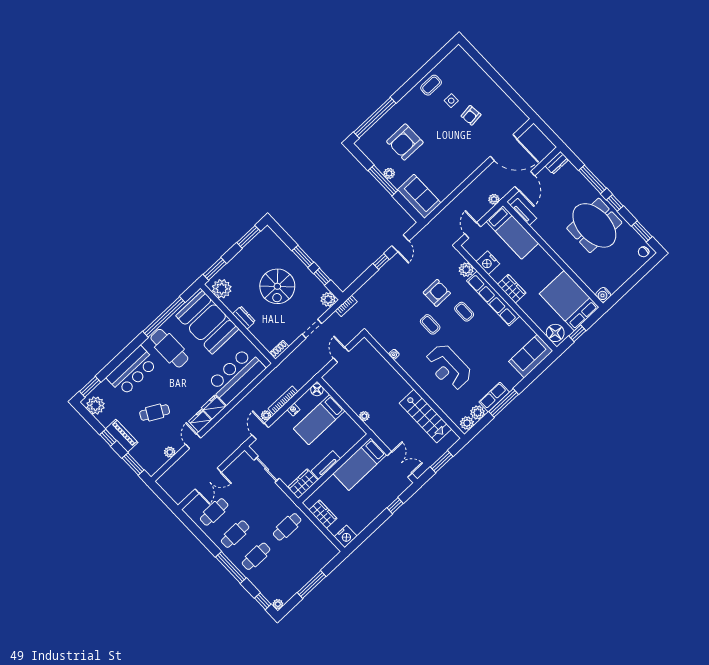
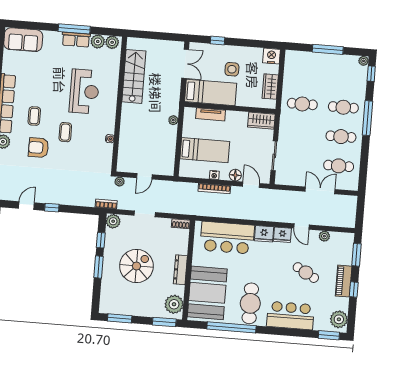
dresser: (244, 318) -> (180, 270), width x1.44
floor lamp: (317, 390) -> (235, 175), moved
plant: (266, 415) -> (120, 182), moved
door: (260, 431) -> (251, 185), swing flipped
door: (193, 441) -> (301, 226), hinge flipped
window: (442, 462) -> (156, 36), removed
double door: (400, 464) -> (185, 64), swing flipped
tv unit: (326, 465) -> (211, 114), moved
side table: (363, 497) -> (232, 69), added

